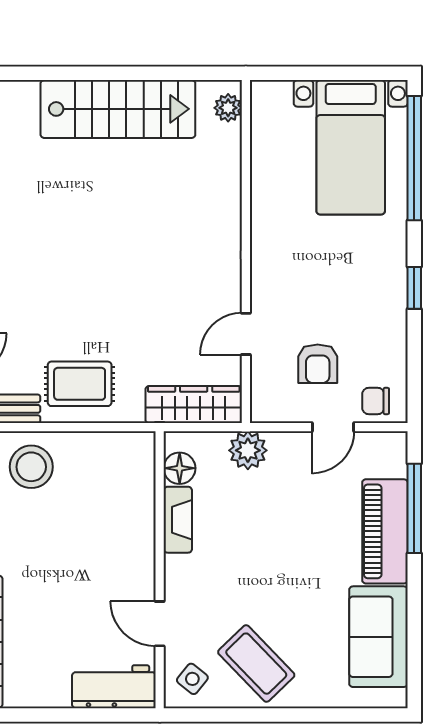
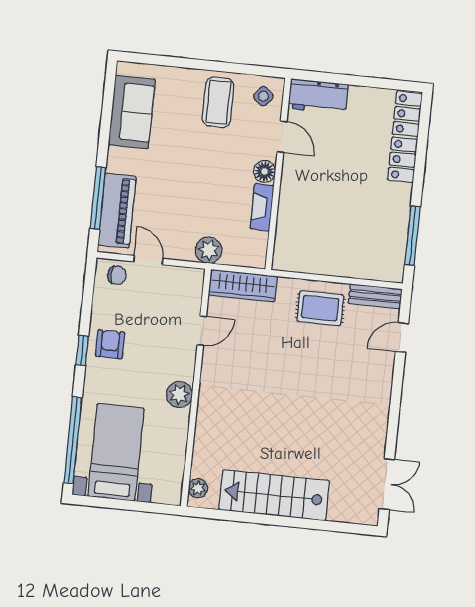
plant: (269, 239) -> (179, 394), added
armchair: (318, 364) -> (110, 344), moved
door: (333, 427) -> (148, 260), hinge flipped
stool: (31, 467) -> (360, 254), removed
floor lamp: (180, 468) -> (265, 171), moved
piano: (385, 531) -> (117, 211), moved
coffee table: (256, 664) -> (218, 102), turned 44

